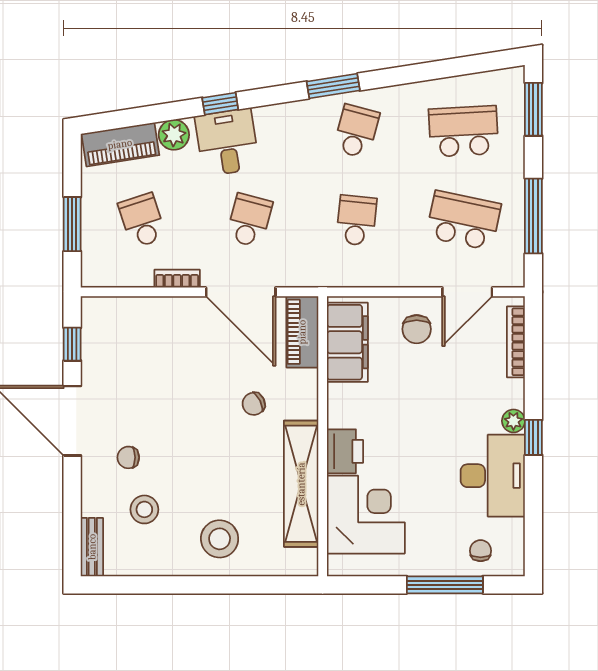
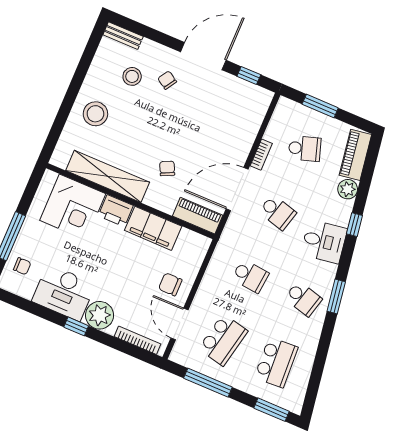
desk: (227, 142) -> (324, 241), moved
filing cabinet: (347, 342) -> (153, 228), moved
plant: (513, 421) -> (100, 315), width x1.87, depth x1.87
chair: (128, 457) -> (167, 80), turned -58

